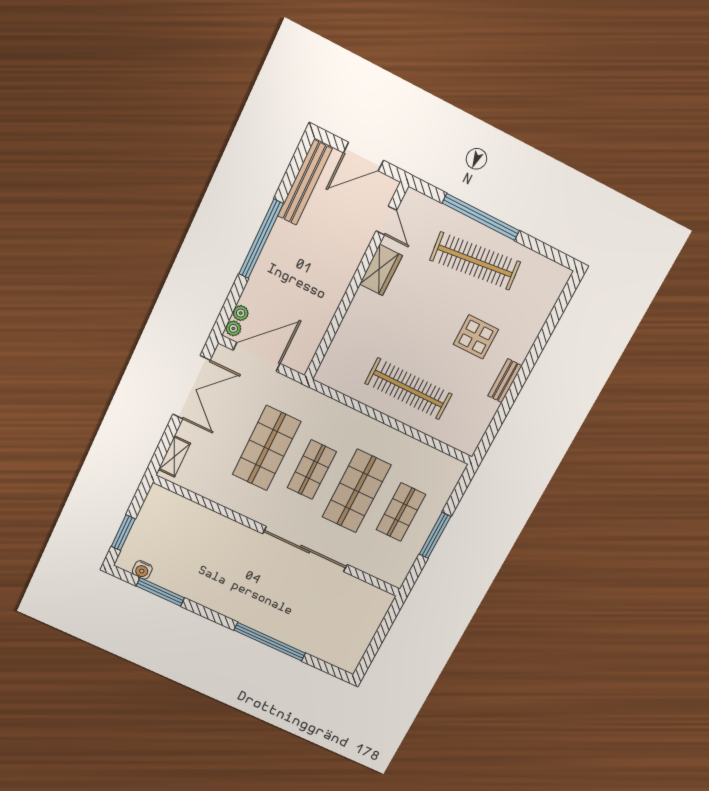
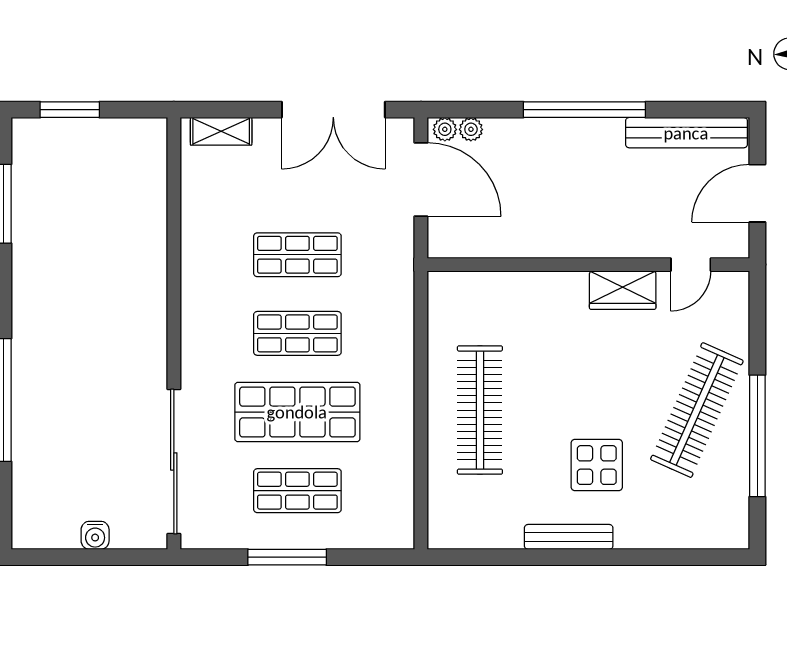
door: (363, 157) -> (757, 193), hinge flipped
window: (481, 217) -> (757, 436), moved
clothes rail: (475, 261) -> (697, 410), turned 30
bench: (505, 381) -> (569, 537), width x1.36
shop shelf: (266, 448) -> (297, 255), width x0.70, depth x0.74
sliding door: (305, 549) -> (174, 461), moved
water cooler: (142, 570) -> (95, 535), moved, turned -90

